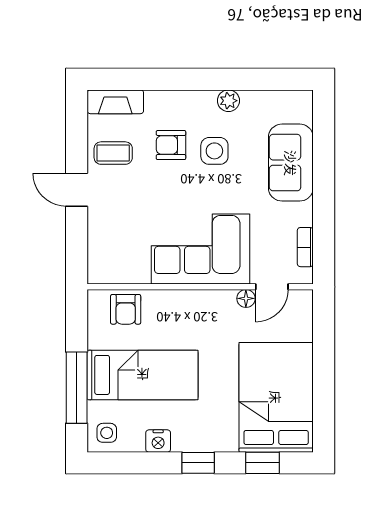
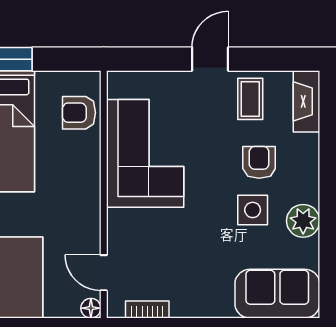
plant: (228, 101) -> (303, 221), width x1.38, depth x1.38
sofa: (291, 163) -> (277, 294), moved
corner sofa: (200, 249) -> (145, 153), moved
floor lamp: (246, 298) -> (91, 308), moved

